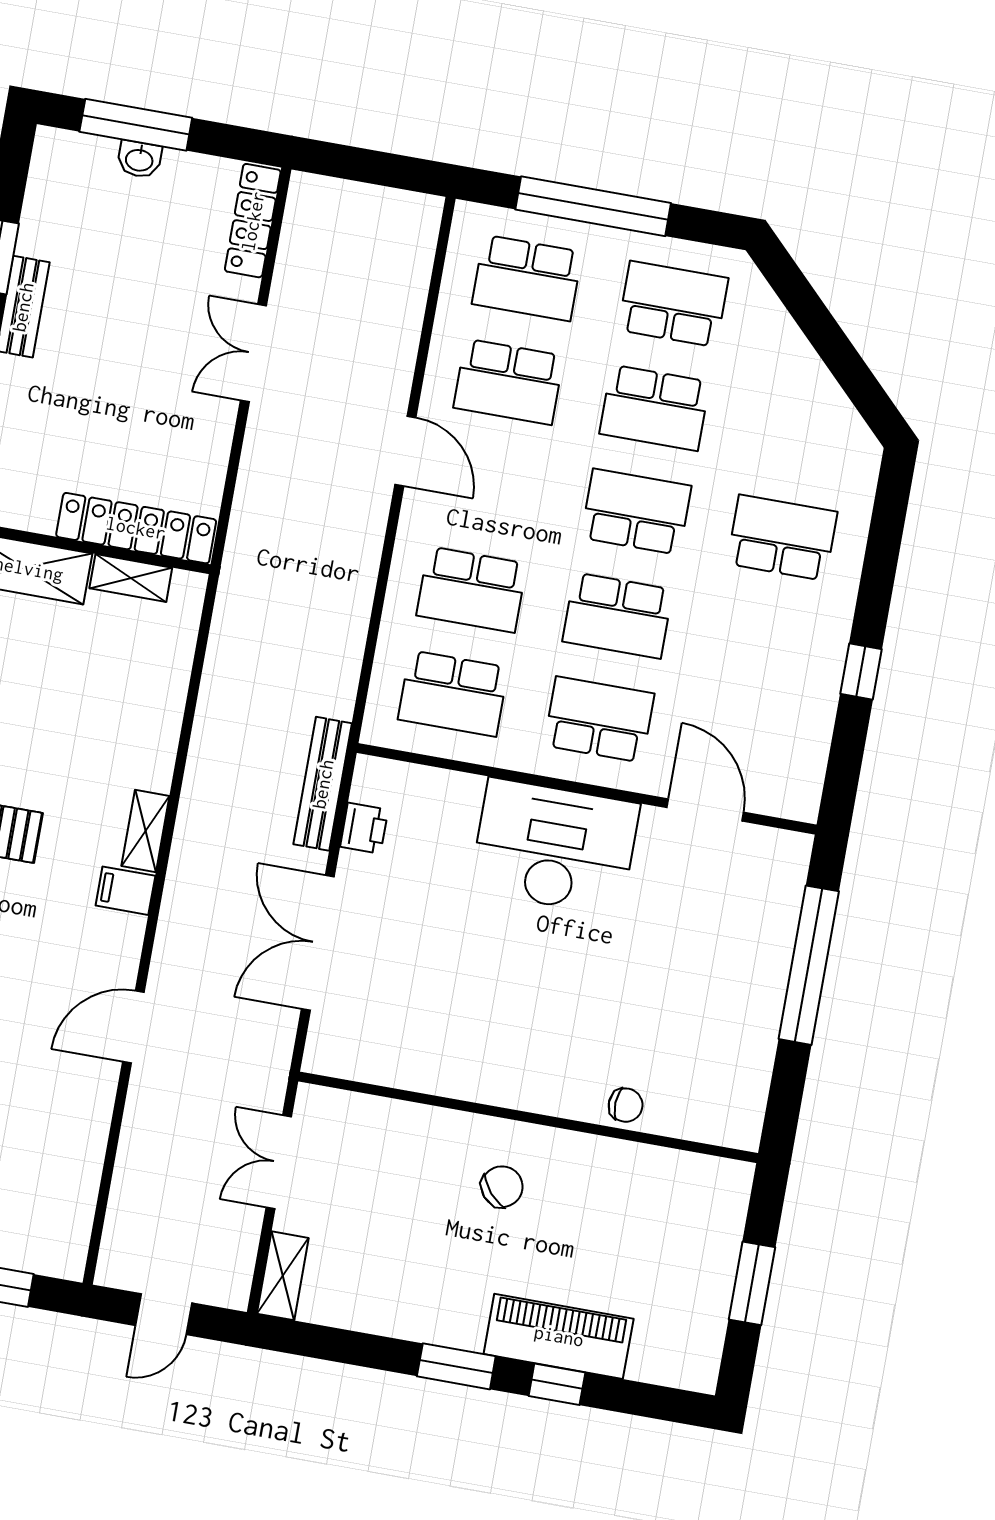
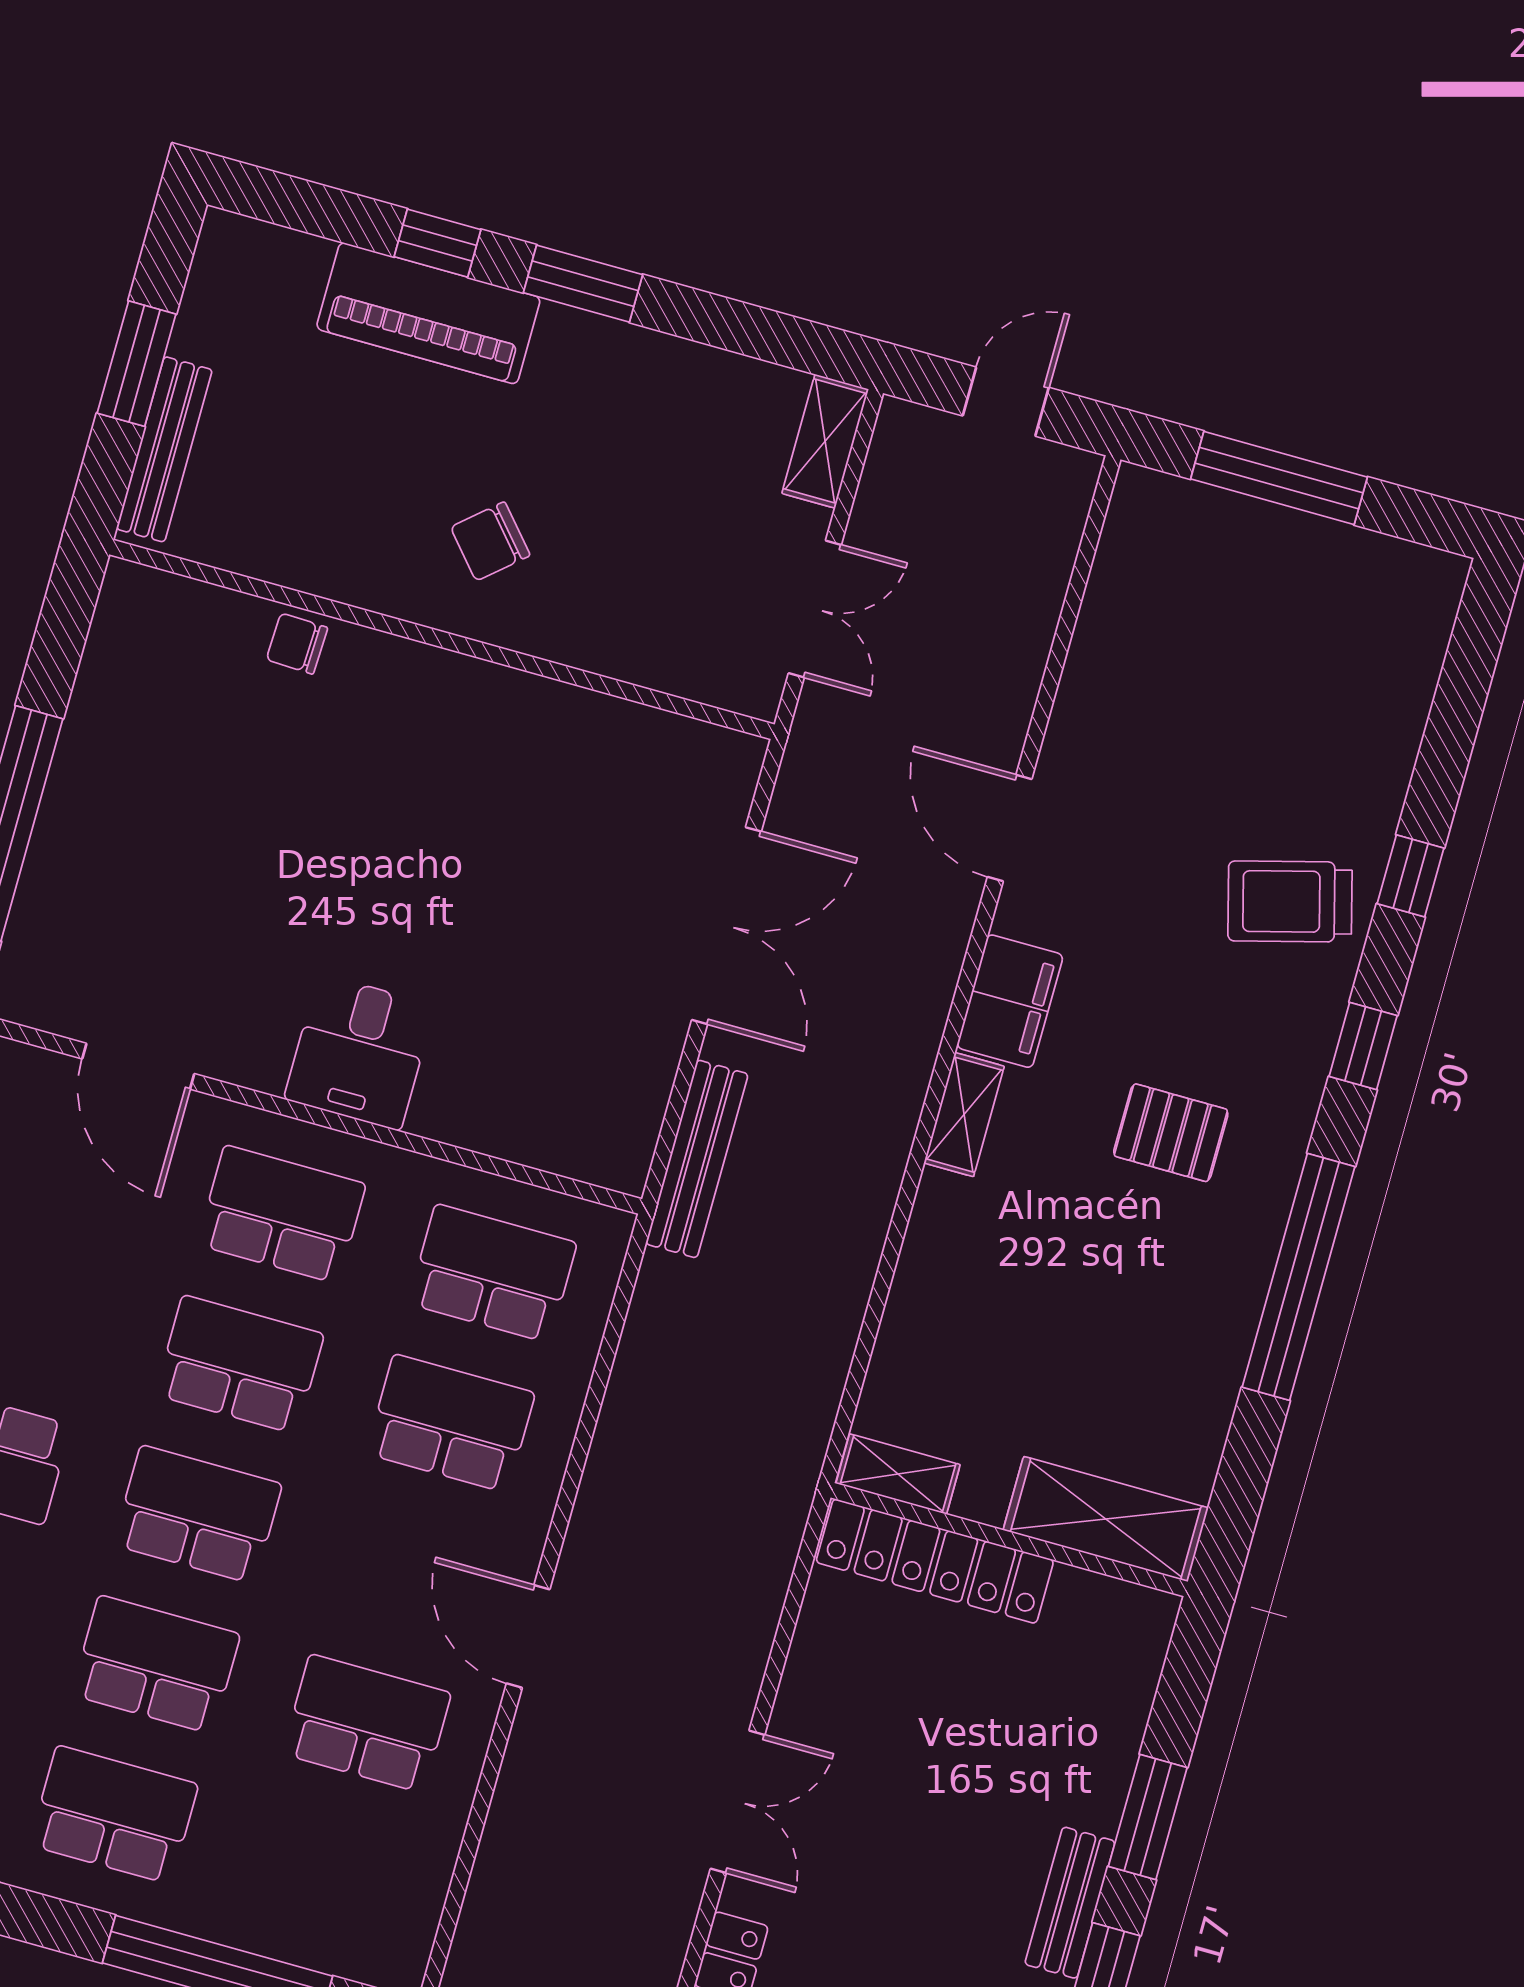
school desk: (527, 278) -> (325, 1873), removed
school desk: (673, 304) -> (114, 1815), turned 180
school desk: (636, 512) -> (198, 1514), turned 180
shelving: (131, 578) -> (898, 1474), moved
school desk: (599, 719) -> (281, 1214), turned 180
printer: (364, 828) -> (642, 1088), removed
desk: (555, 847) -> (360, 1052), width x0.53, depth x0.77
filing cabinet: (125, 891) -> (1010, 1001), width x2.00
door: (133, 1027) -> (1010, 828), swing flipped
bench: (728, 1227) -> (164, 449), added

